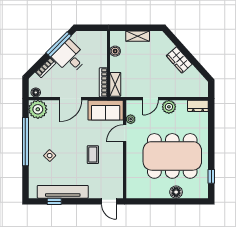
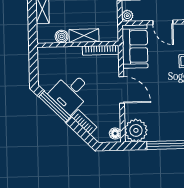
shelving: (115, 84) -> (84, 36), moved
plant: (131, 119) -> (127, 16), moved

